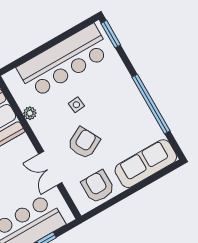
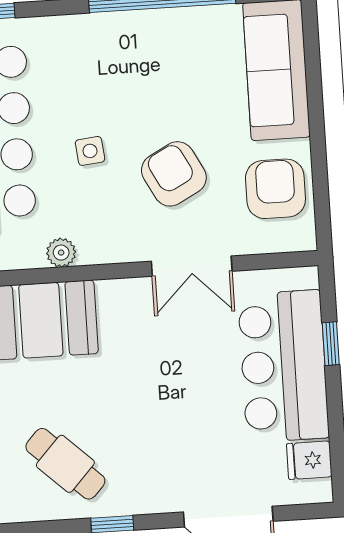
armchair: (98, 187) -> (275, 189), turned 90

